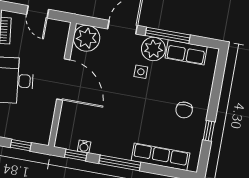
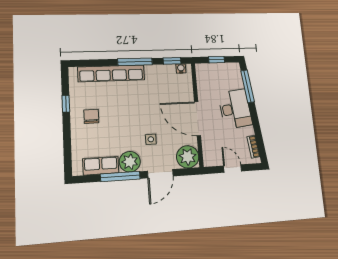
side table: (141, 72) -> (151, 139), moved
water cooler: (84, 146) -> (181, 69), moved
row of seats: (161, 157) -> (111, 73), width x1.36

